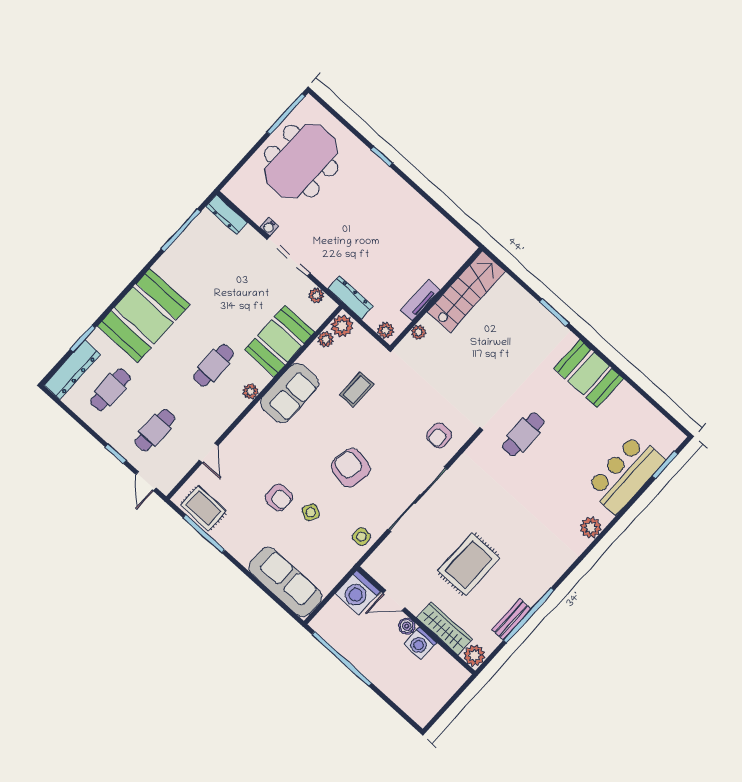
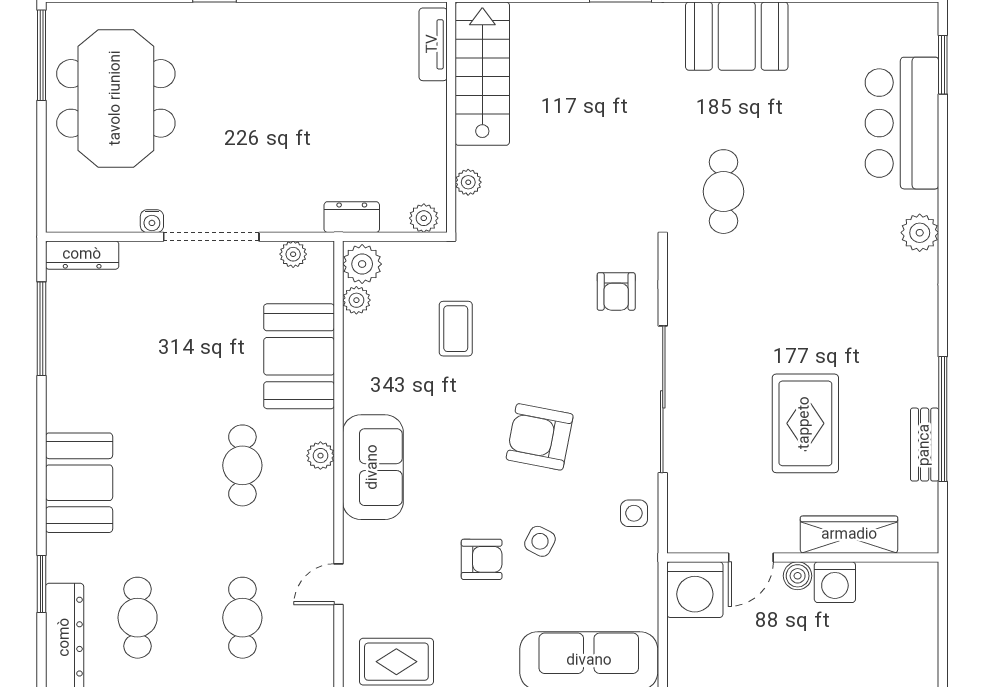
dresser: (350, 298) -> (352, 217), width x0.70
tv unit: (420, 300) -> (433, 44), moved
booth: (144, 315) -> (79, 483), width x0.73, depth x0.70
sofa: (290, 393) -> (373, 467), moved
door: (209, 453) -> (338, 584), swing flipped
plant: (474, 655) -> (919, 534), removed

